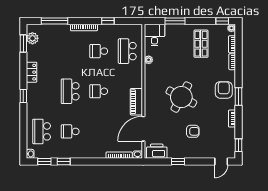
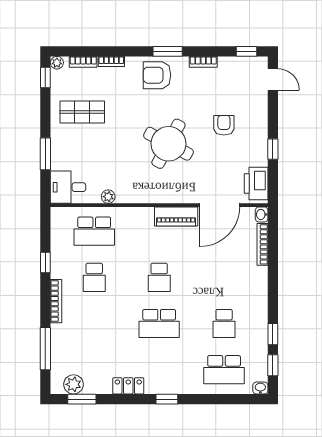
door: (143, 129) -> (220, 205), hinge flipped

